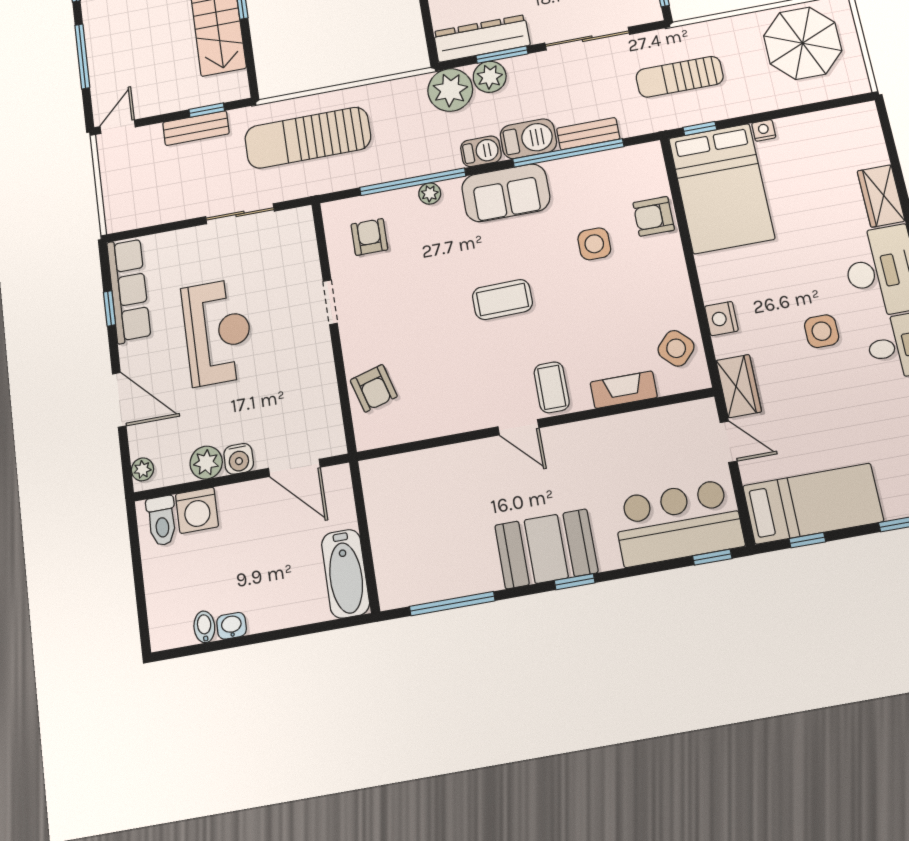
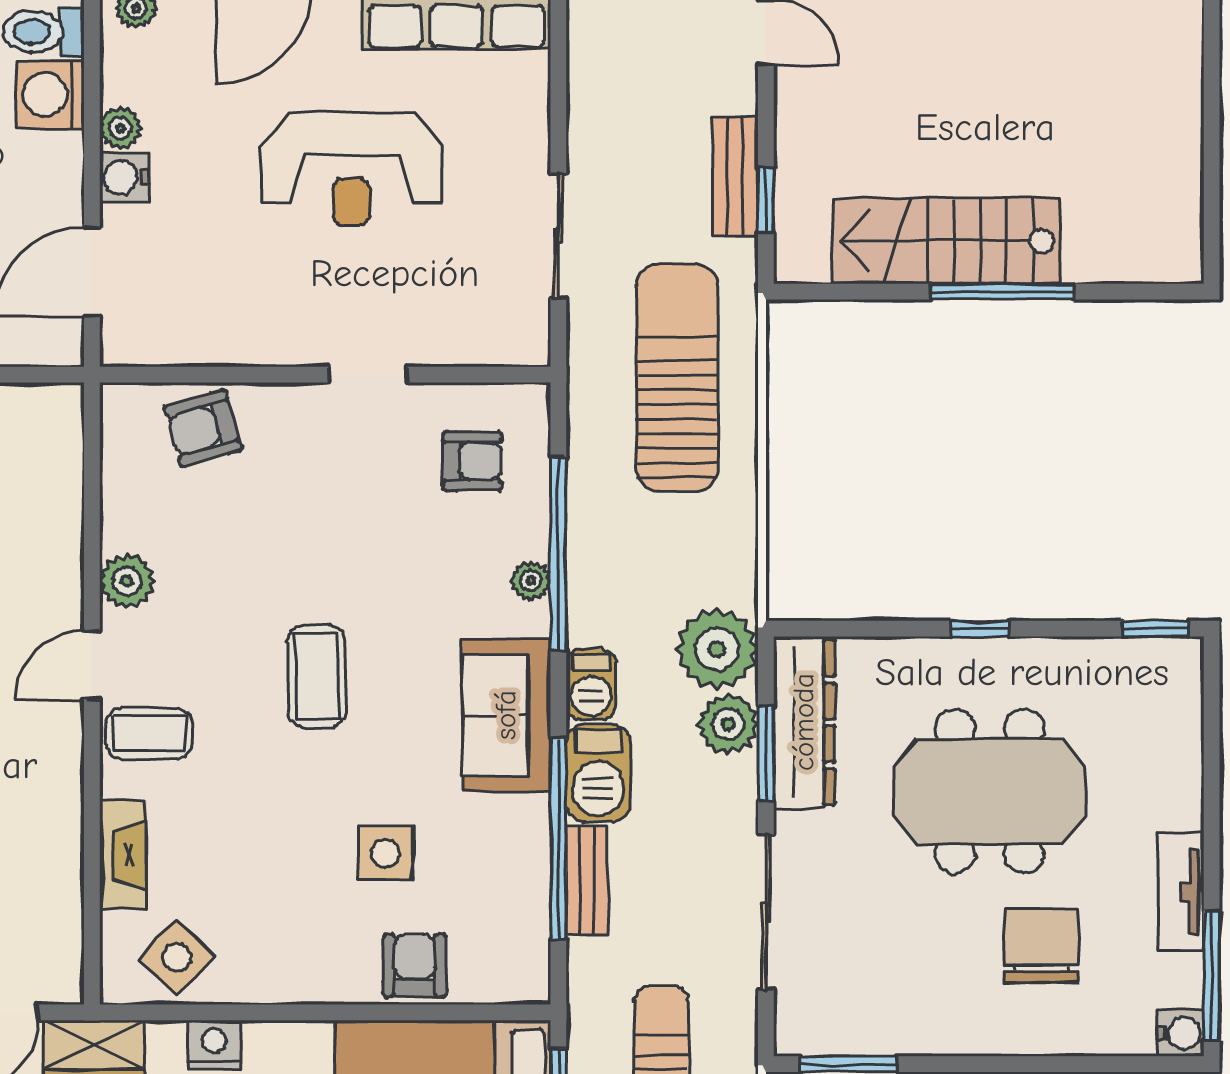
plant: (467, 416) -> (127, 581), added
plant: (206, 463) -> (120, 128), width x0.73, depth x0.73

